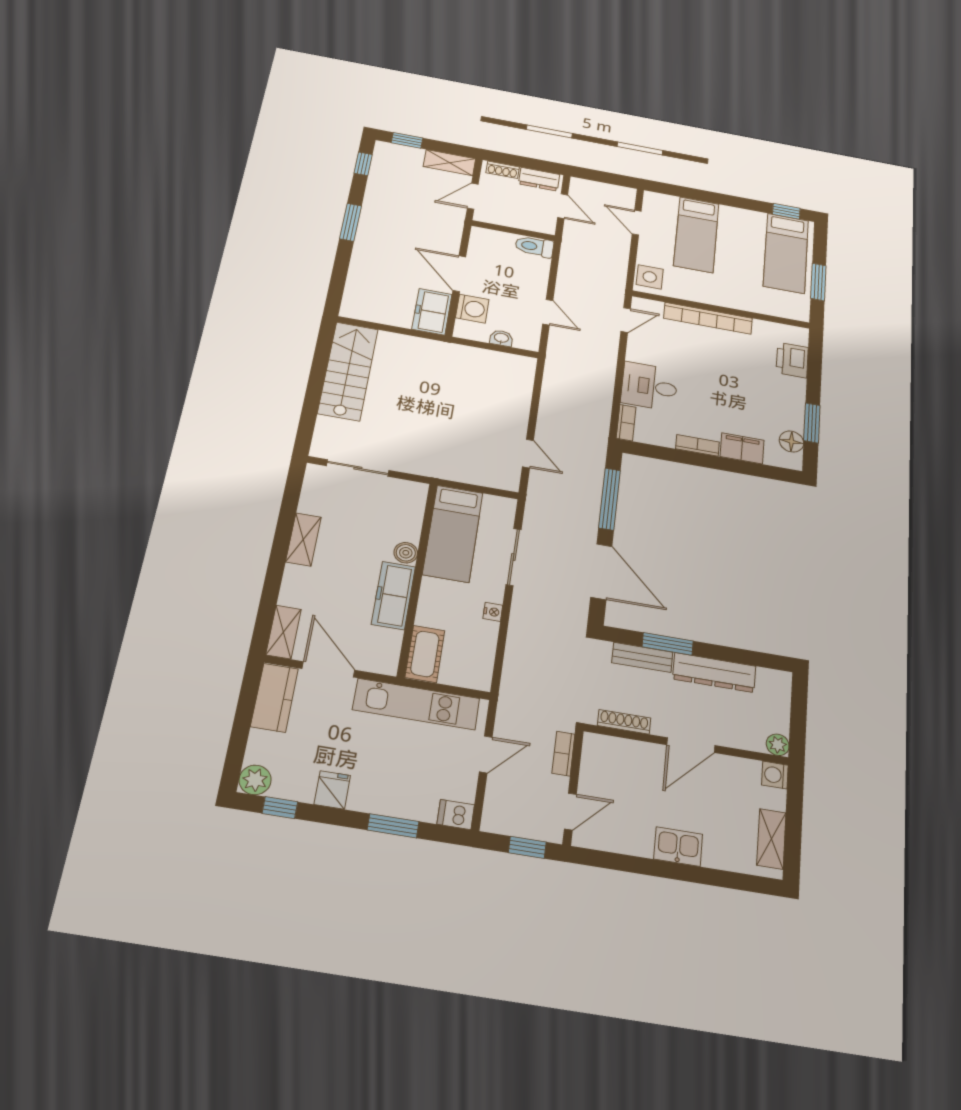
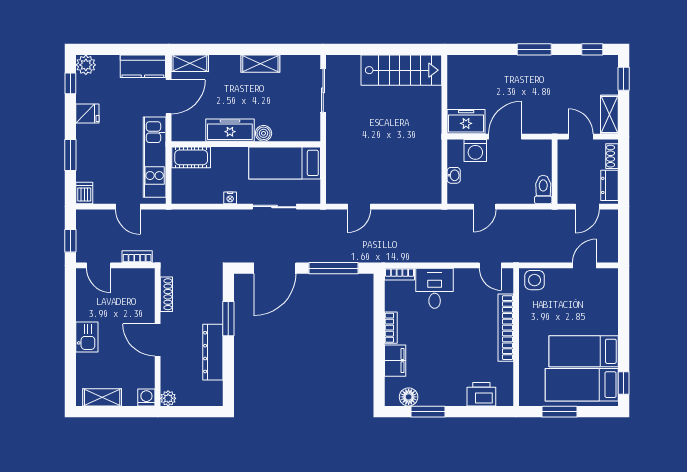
bed: (696, 235) -> (584, 351), moved
bench: (642, 657) -> (215, 302), removed

